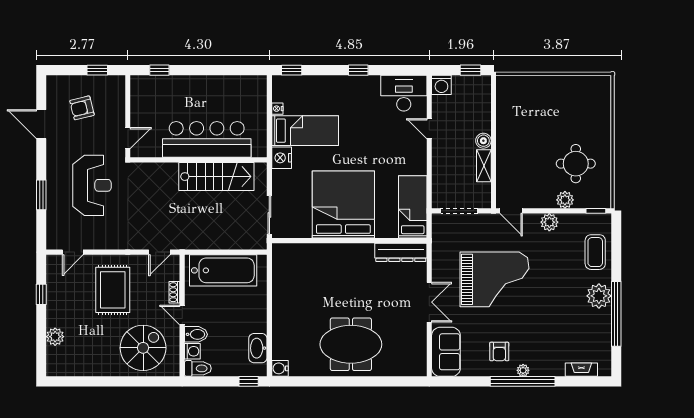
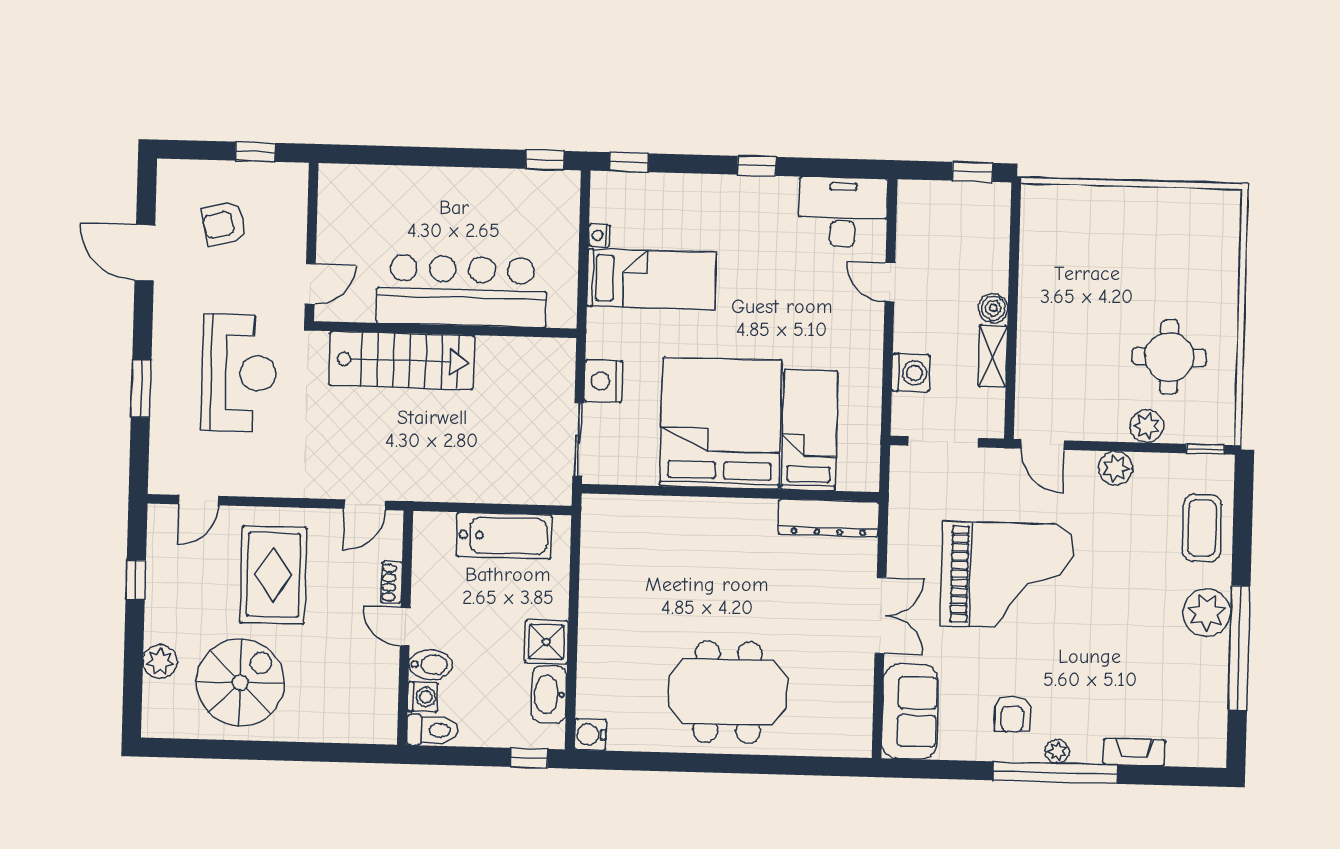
window: (159, 70) -> (545, 160), moved
washing machine: (441, 85) -> (911, 373), moved, turned -90
nightstand: (282, 158) -> (603, 381), moved
stairs: (216, 177) -> (402, 360), moved
bed: (413, 207) -> (810, 430), moved
bathtub: (223, 270) -> (504, 536), width x0.73, depth x0.73
shower: (256, 321) -> (546, 642), added
spiral stairs: (143, 348) -> (240, 683), moved
fireplace: (581, 370) -> (1134, 752), moved

